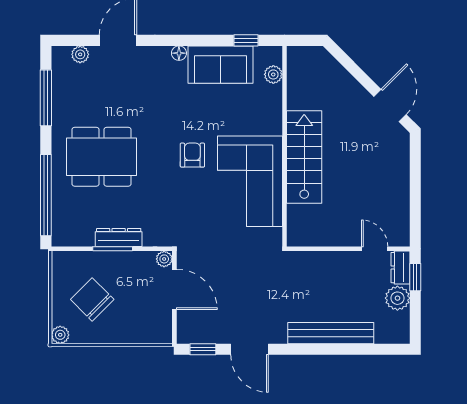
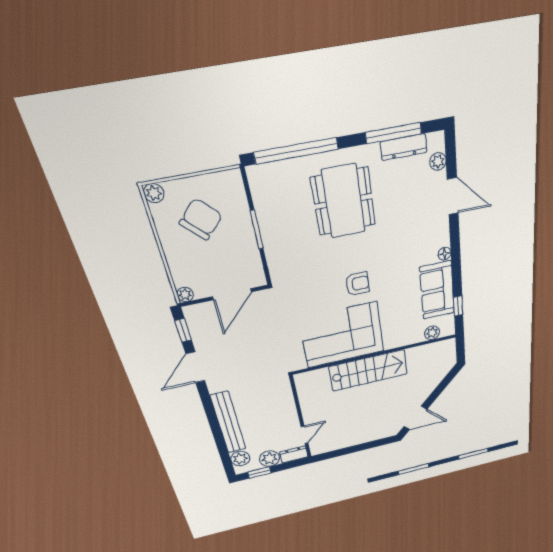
dresser: (119, 237) -> (404, 147), moved, turned 90
plant: (164, 259) -> (185, 294), moved
window: (415, 277) -> (259, 472), moved
plant: (387, 332) -> (240, 459), added

